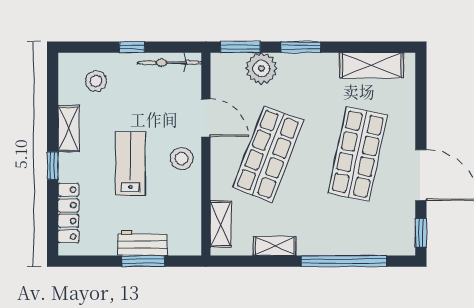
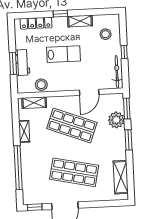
stool: (182, 159) -> (41, 85), moved

